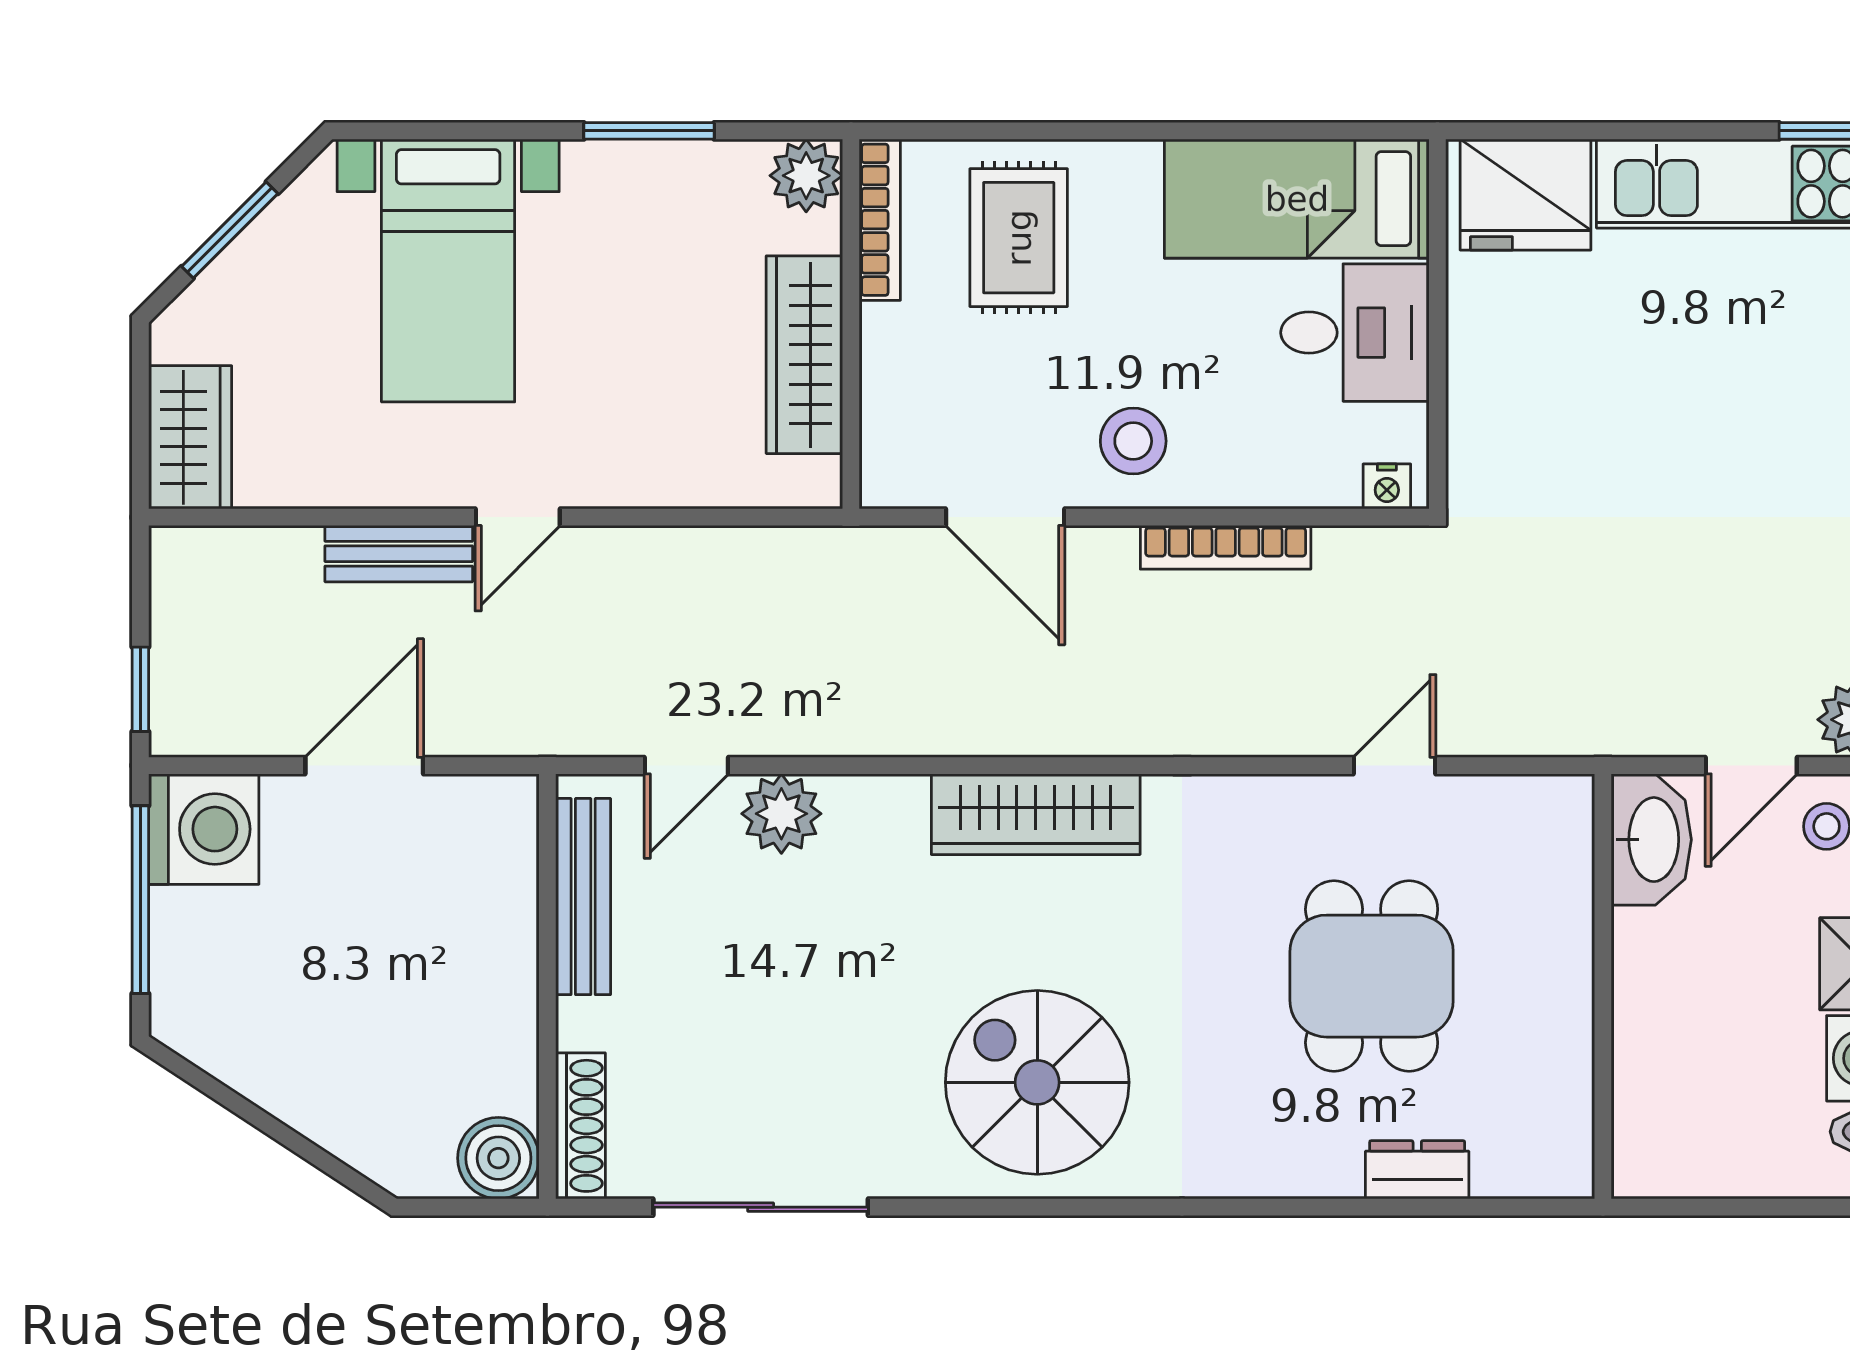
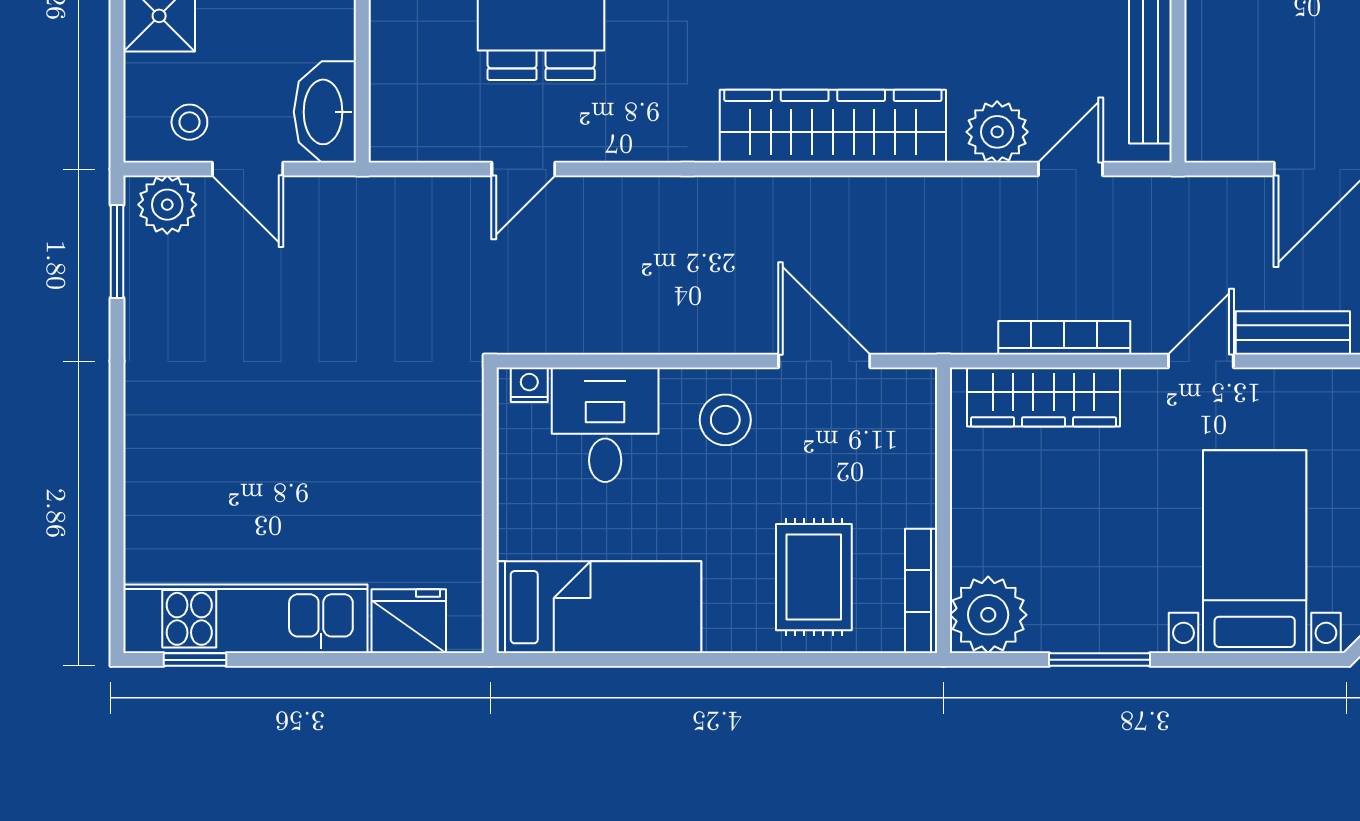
plant: (806, 176) -> (988, 615), width x1.36, depth x1.36
fridge: (1525, 195) -> (409, 621), width x0.73, depth x0.75
desk: (1355, 333) -> (605, 425), moved, turned 90
wardrobe: (804, 355) -> (1043, 397), moved, turned 90
bookcase: (1226, 547) -> (1064, 338), moved
door: (1751, 766) -> (248, 169), swing flipped
wardrobe: (1036, 814) -> (833, 126), width x1.40, depth x1.17

